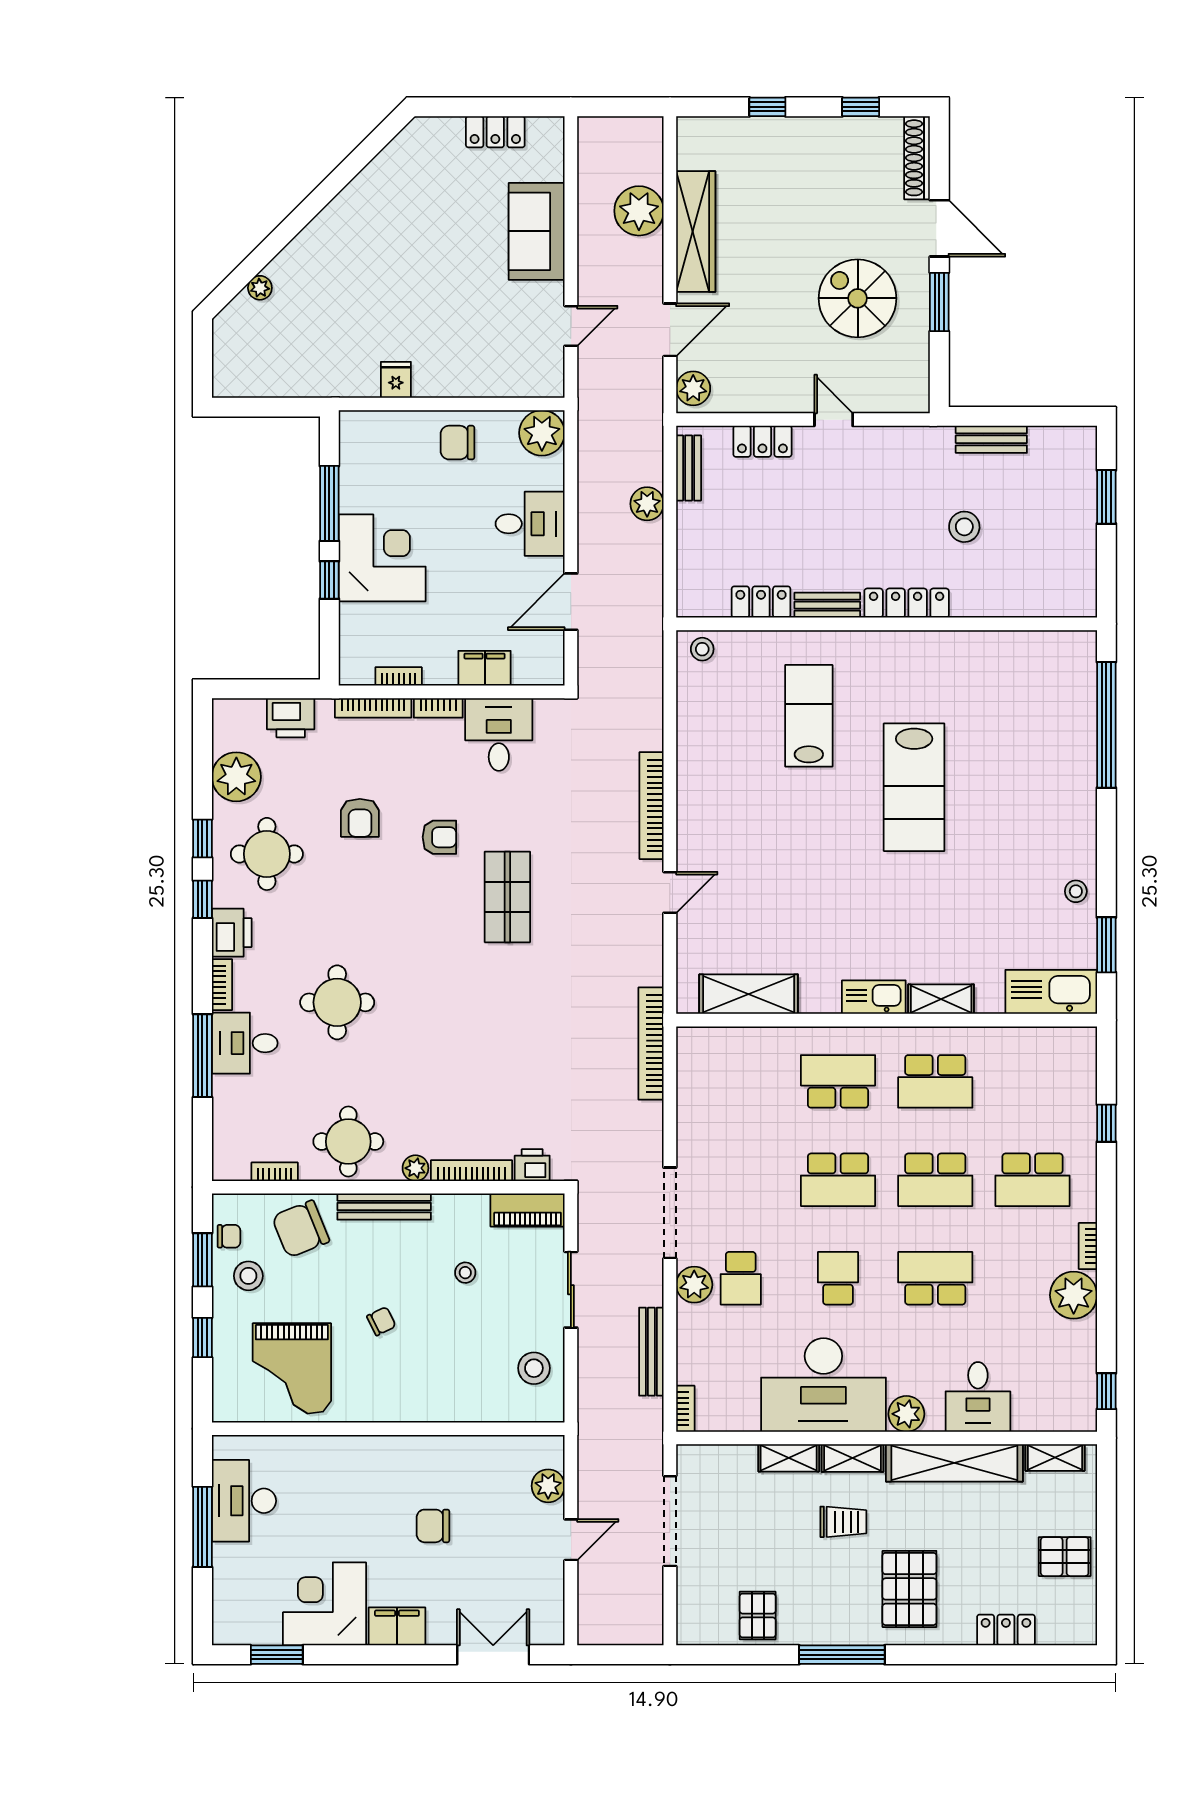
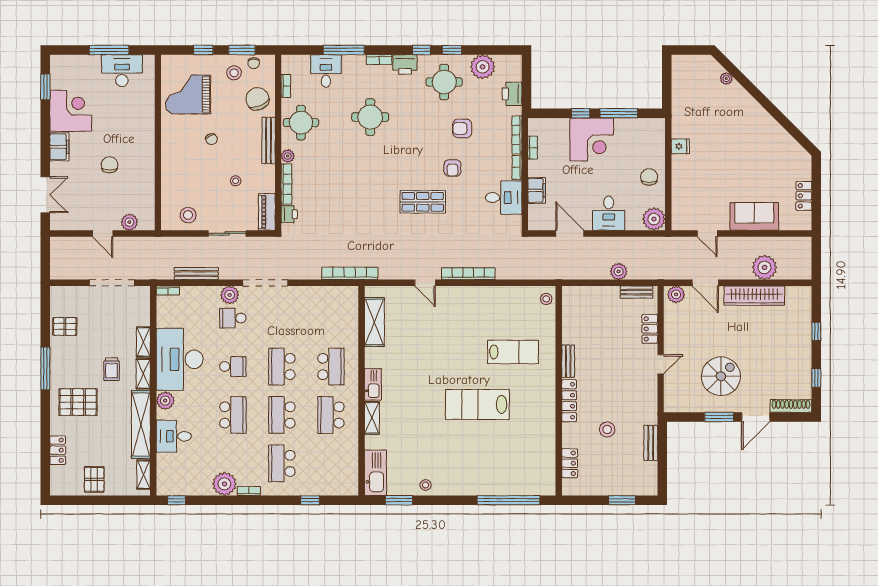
locker: (761, 602) -> (570, 463), moved
desk: (245, 1043) -> (326, 71), moved

